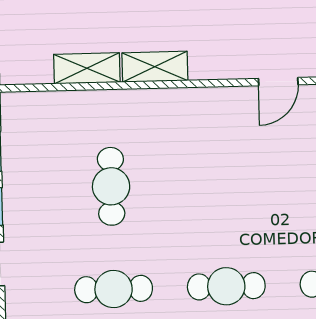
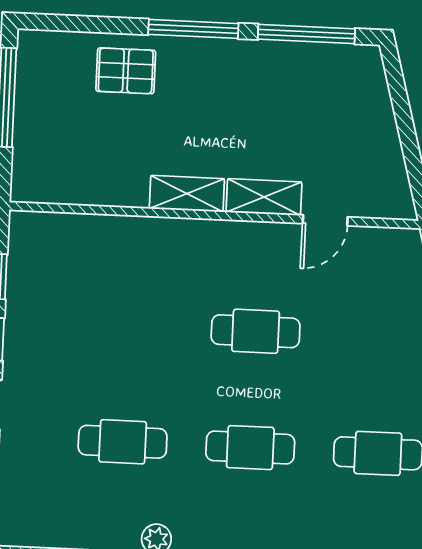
shelving: (87, 68) -> (264, 197), moved
cafe table: (111, 186) -> (256, 331), moved, turned 90

